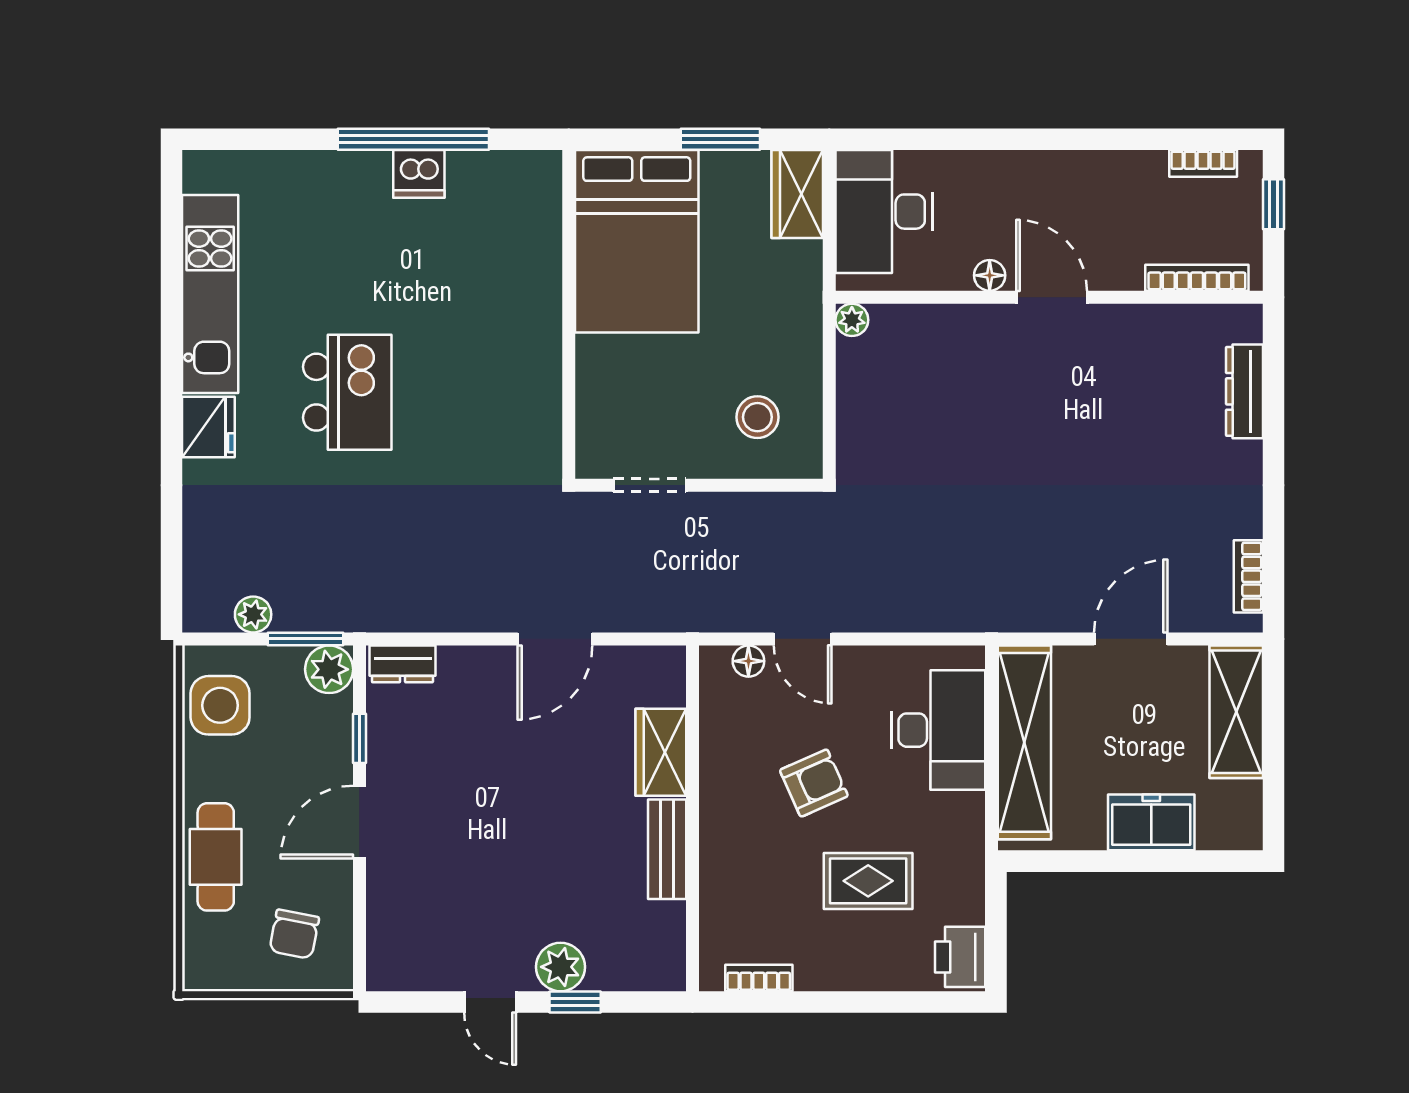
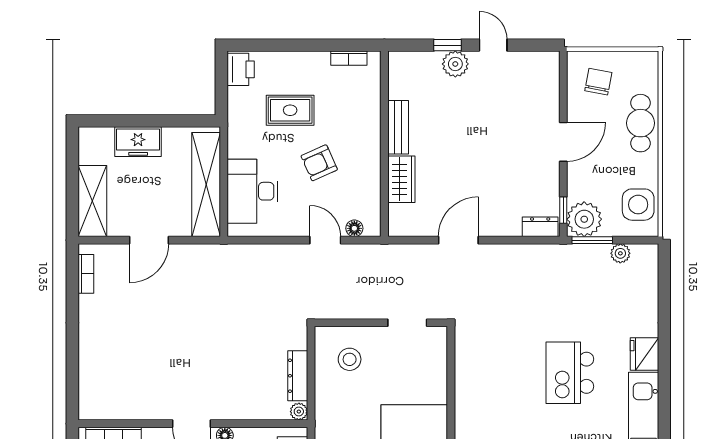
dresser: (1244, 391) -> (298, 376), moved, turned 180
plant: (329, 669) -> (584, 219), width x1.36, depth x1.36
window: (359, 738) -> (563, 210), moved

